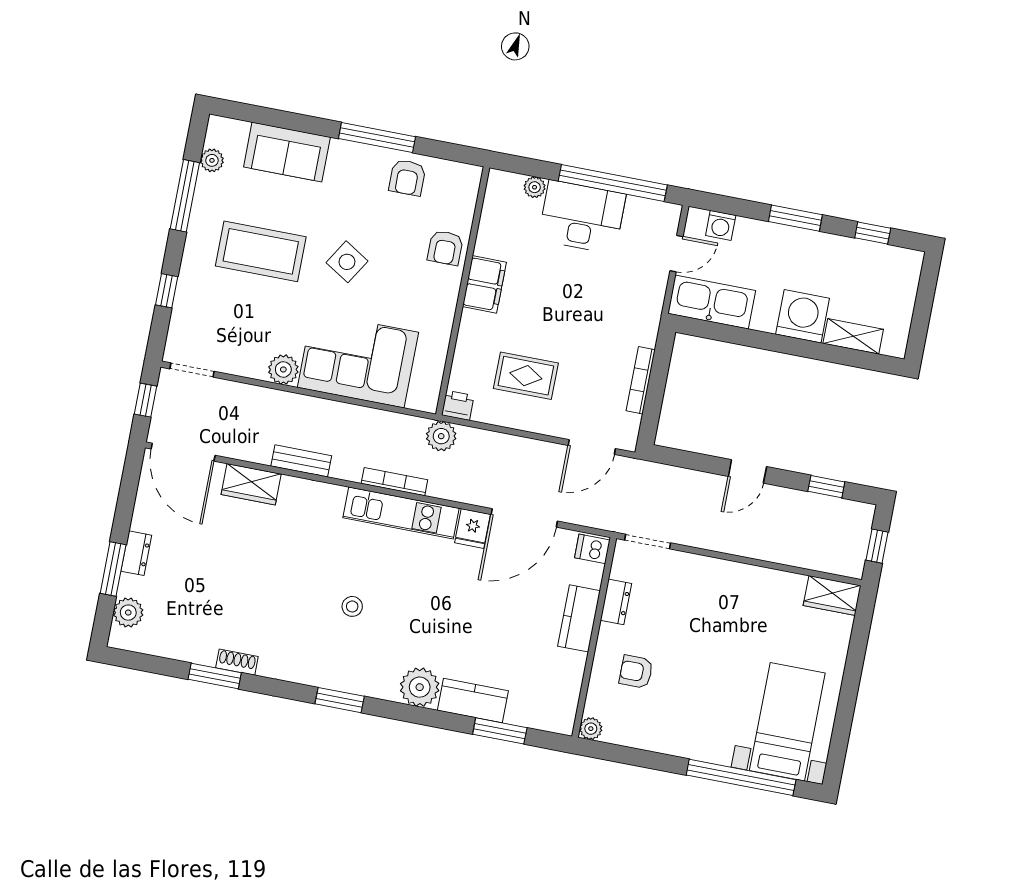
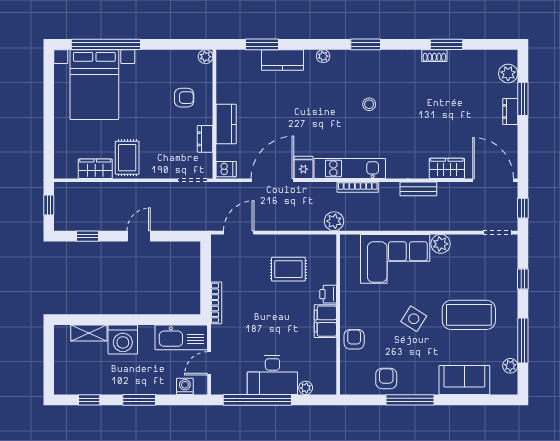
bookcase: (641, 380) -> (216, 303), moved
printer: (458, 405) -> (328, 294), moved, turned 90
rug: (742, 596) -> (127, 158), added
wardrobe: (832, 596) -> (95, 169), moved
plant: (420, 687) -> (323, 56), width x0.53, depth x0.53
bed with nightstands: (787, 722) -> (94, 85), width x1.36

